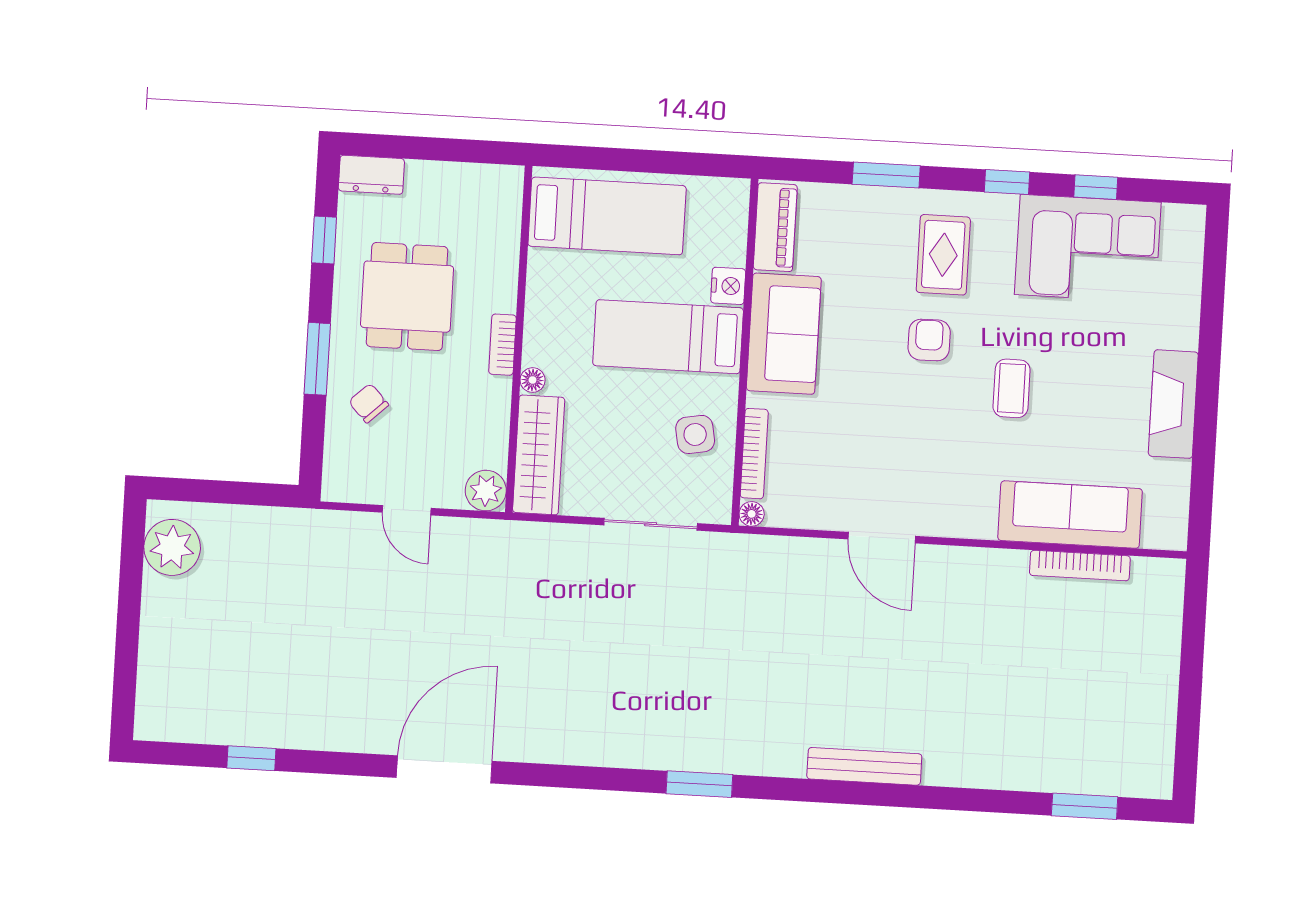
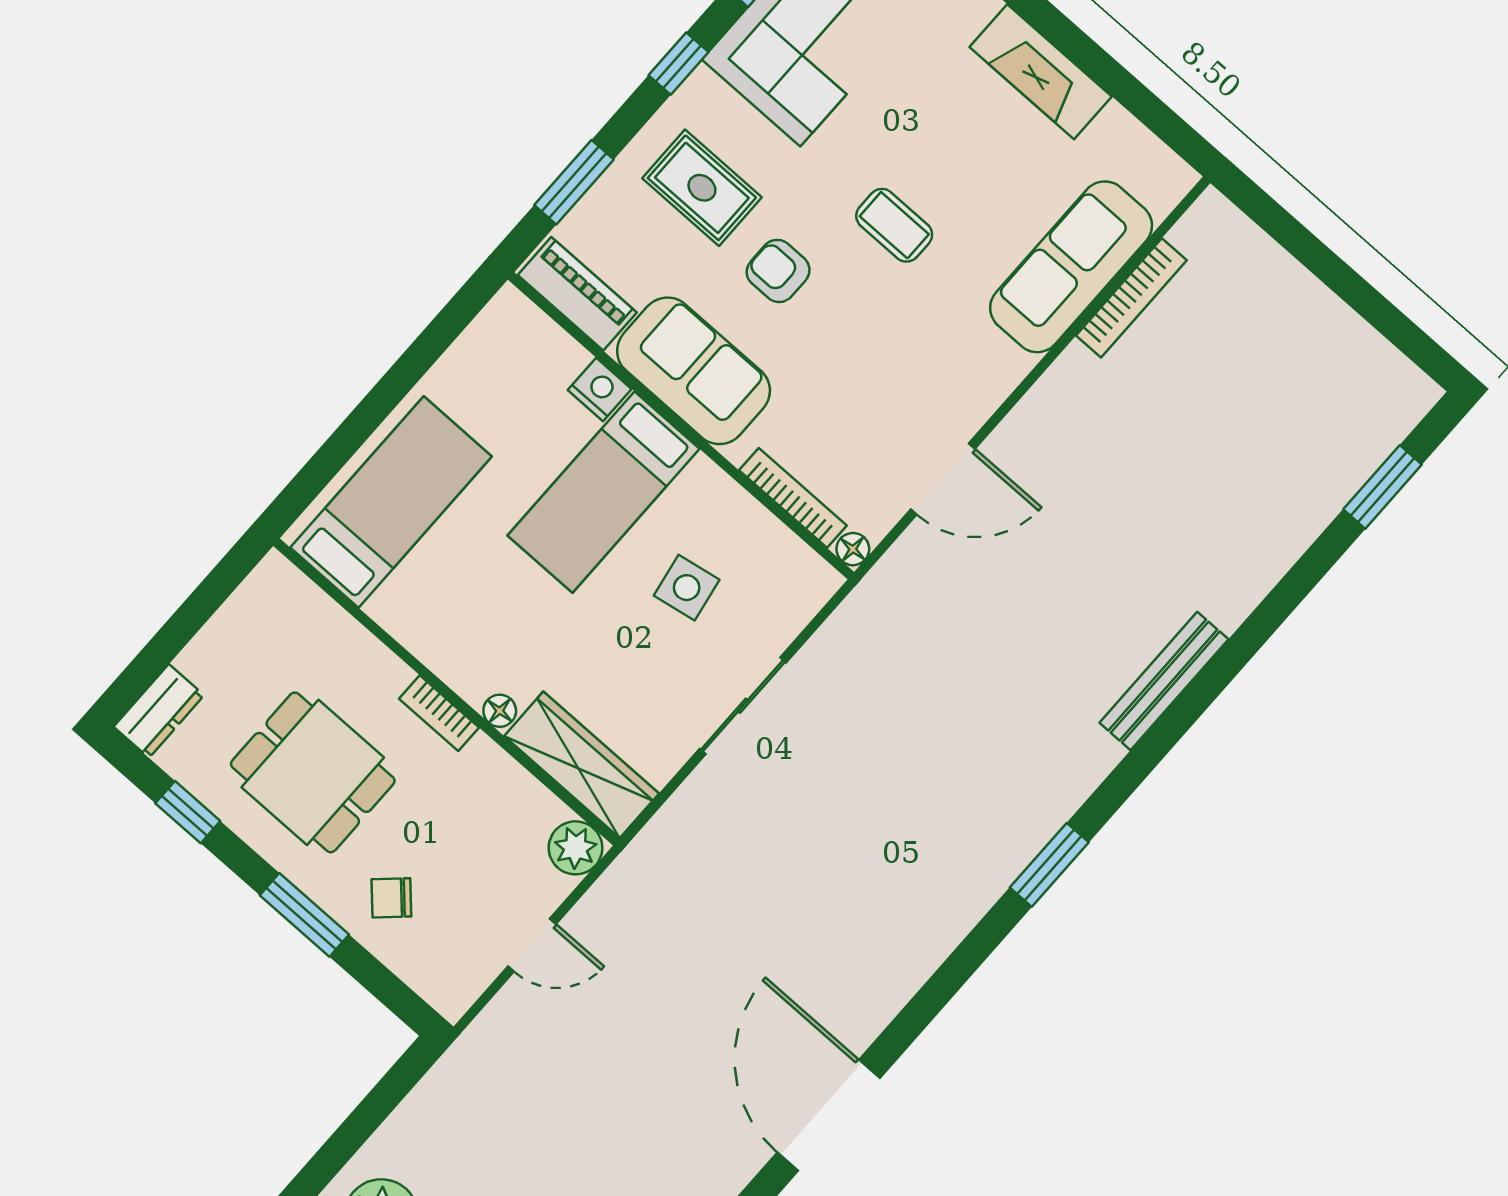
piano: (775, 227) -> (577, 294), moved
nightstand: (728, 286) -> (600, 390), moved
sofa: (784, 334) -> (694, 371), moved
bed: (668, 337) -> (603, 492), moved
wall: (745, 352) -> (681, 426), moved
bookcase: (754, 454) -> (793, 498), moved
floor lamp: (752, 514) -> (853, 549), moved

